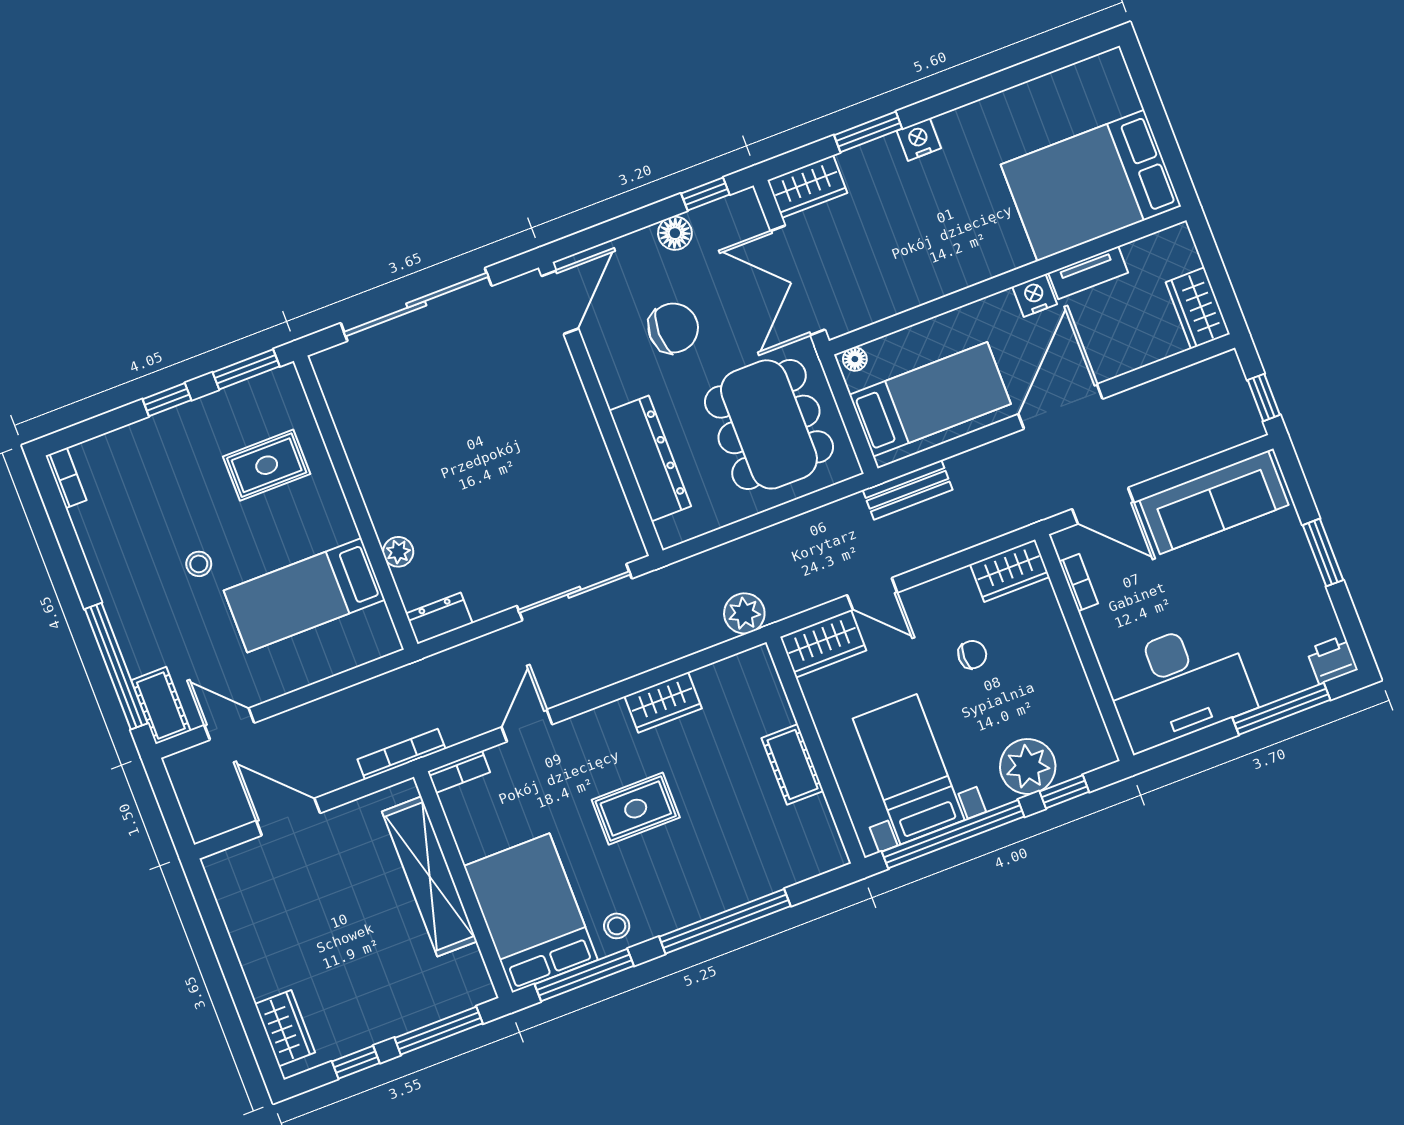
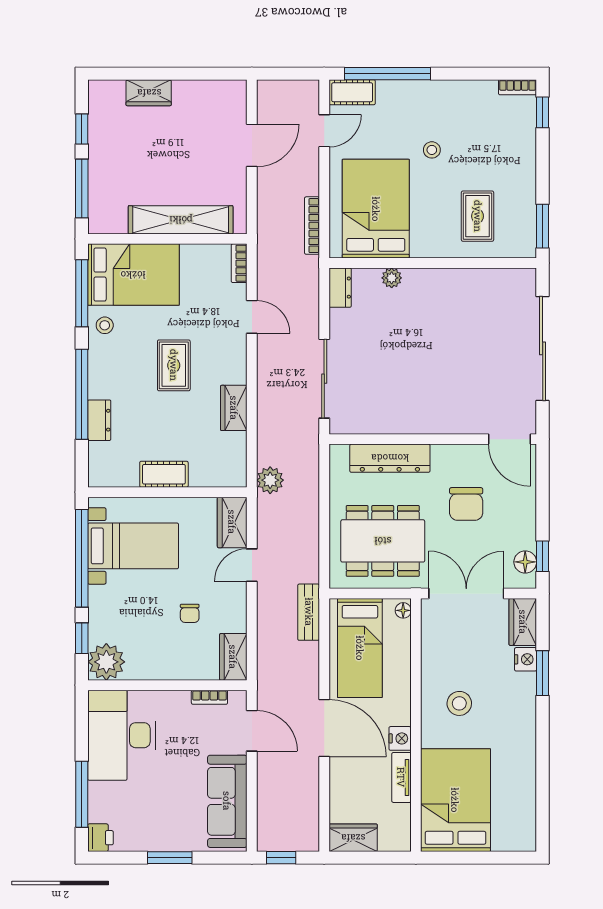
nightstand: (919, 140) -> (526, 659), moved
stool: (954, 232) -> (459, 703), added
floor lamp: (675, 233) -> (525, 562), moved
window: (167, 400) -> (543, 112), moved
door: (1103, 506) -> (252, 731), swing flipped
bed: (304, 595) -> (376, 209), width x1.50
bookcase: (401, 754) -> (312, 226), moved, turned 180
plant: (1028, 766) -> (106, 662), moved
dresser: (752, 883) -> (99, 420), added
wardrobe: (285, 1028) -> (149, 93), moved

